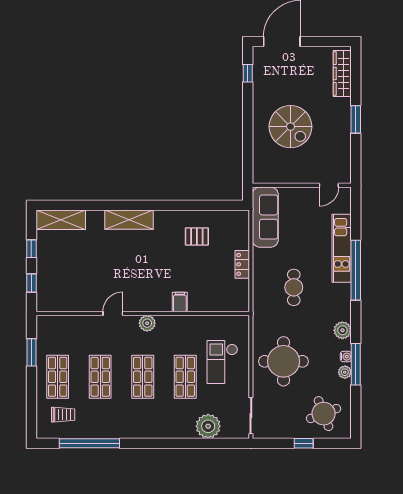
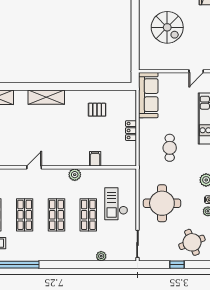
filing cabinet: (180, 302) -> (95, 159), moved
plant: (147, 323) -> (75, 175), moved
plant: (208, 426) -> (101, 256), width x0.53, depth x0.53

